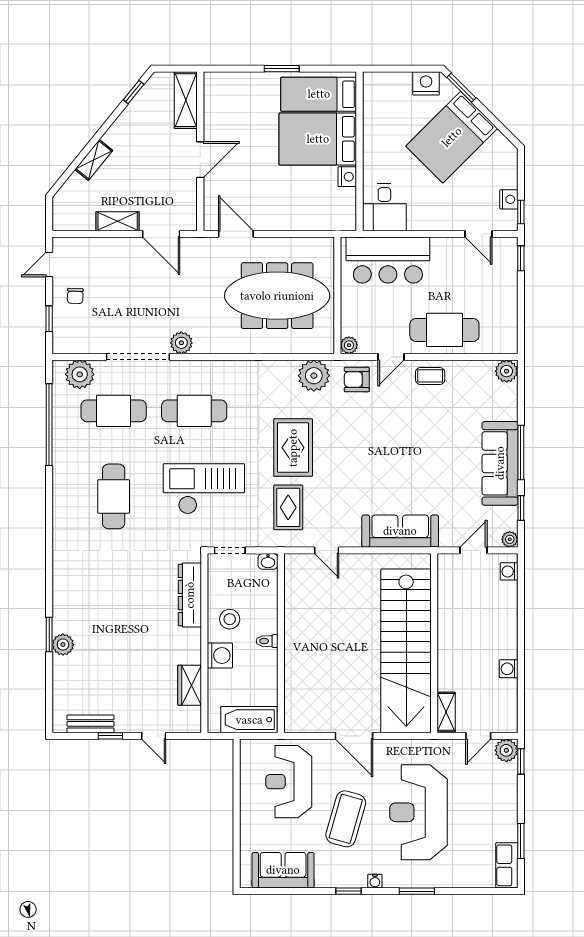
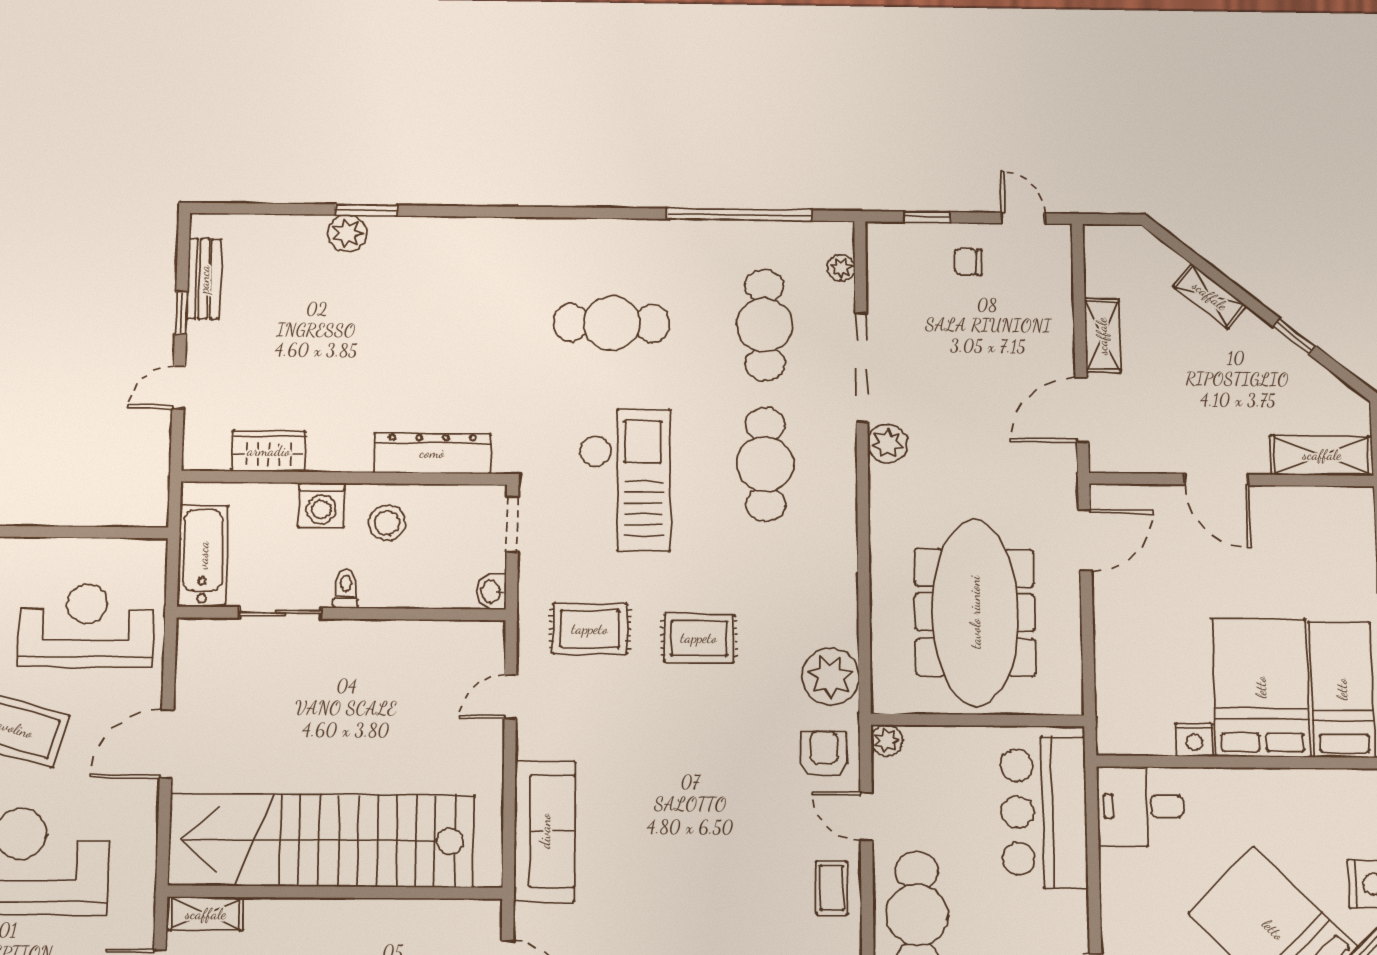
window: (134, 92) -> (1294, 336), moved
plant: (80, 374) -> (841, 268), width x0.53, depth x0.53
rug: (293, 448) -> (699, 638), width x0.73, depth x0.70
sliding door: (281, 676) -> (280, 613), added

